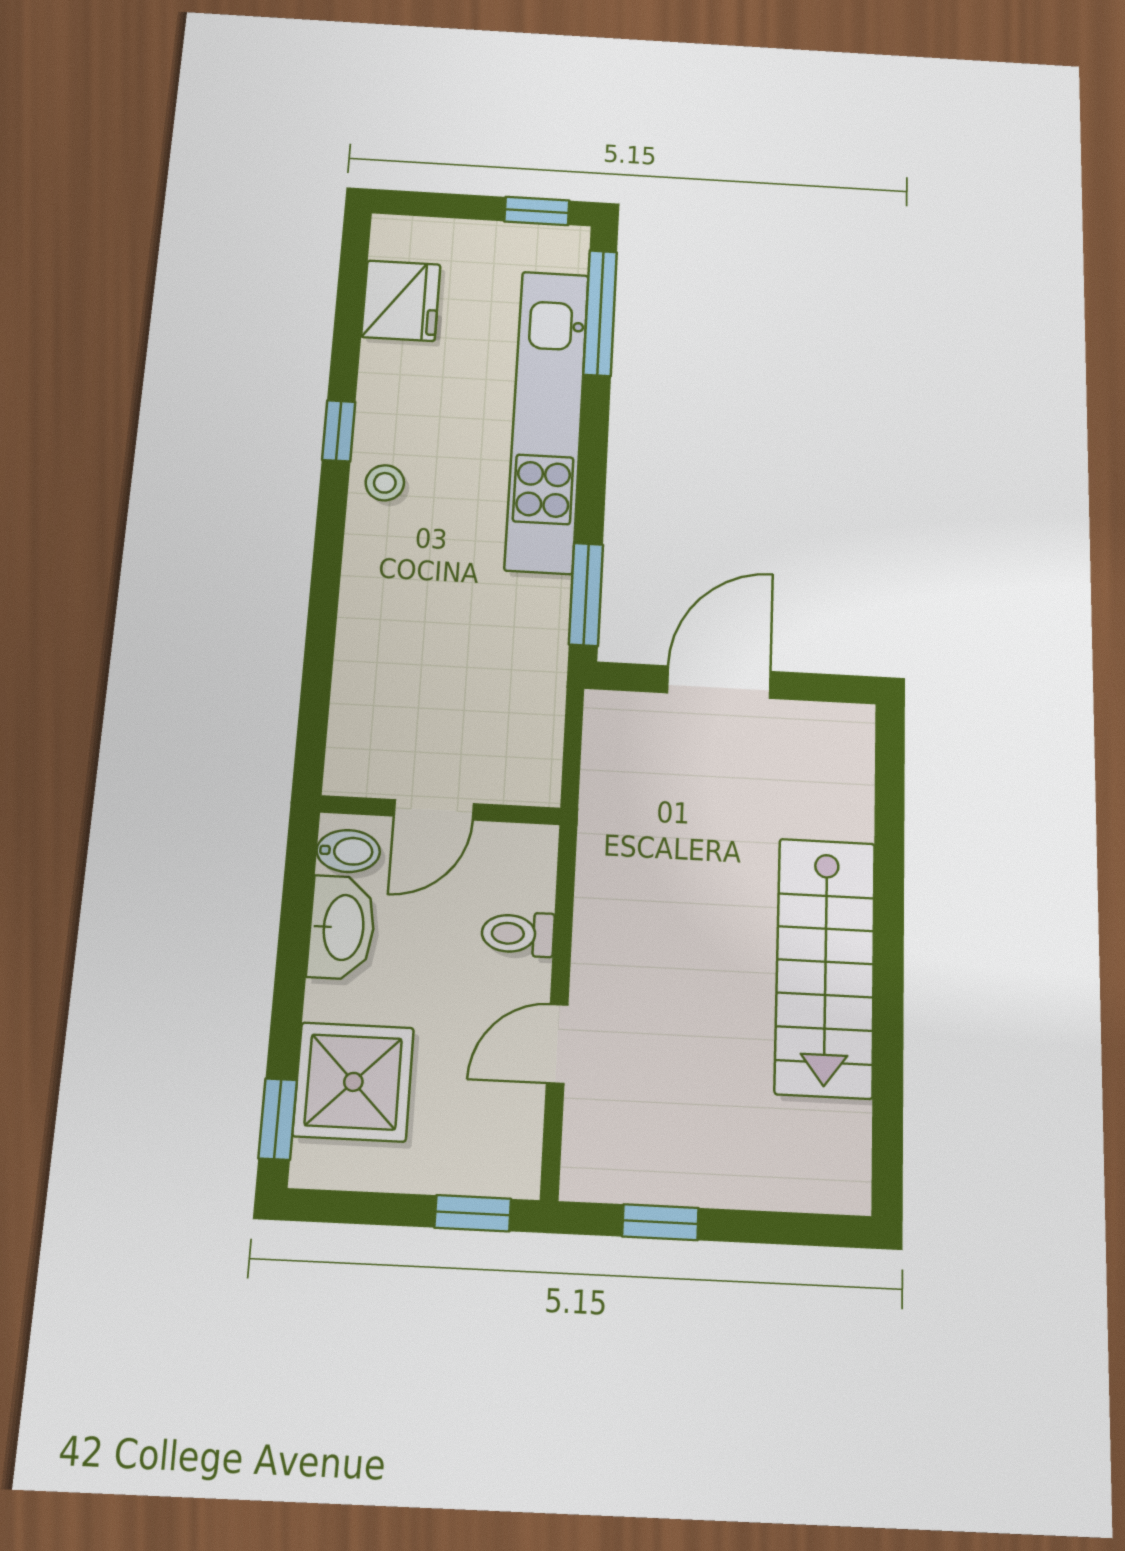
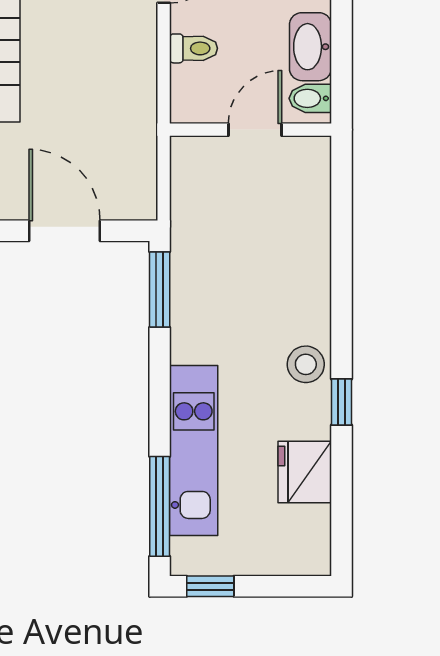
fridge: (401, 301) -> (305, 472), moved
kitchen unit: (547, 420) -> (194, 450), width x0.73
stool: (385, 483) -> (306, 364), width x1.37, depth x1.37
door: (719, 682) -> (65, 231), swing flipped

